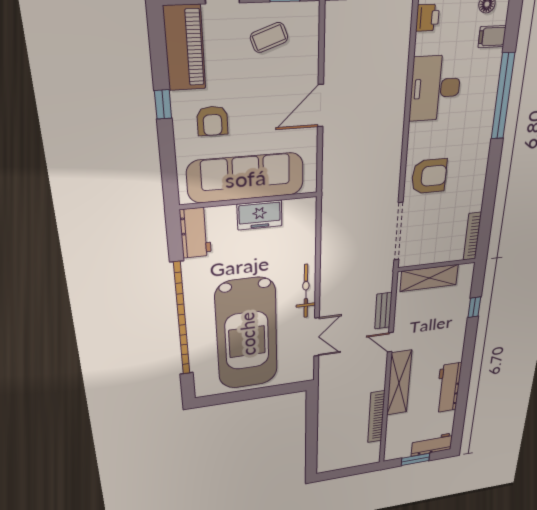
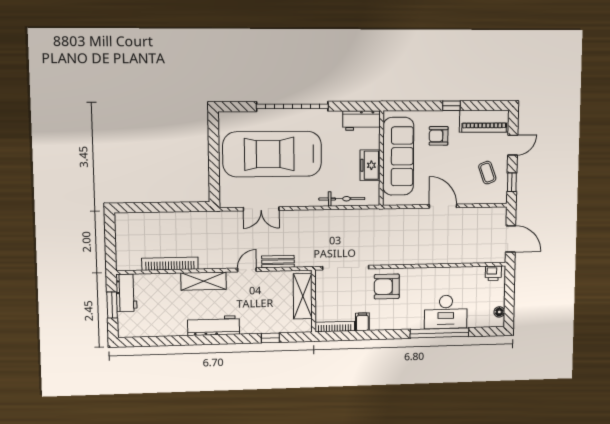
filing cabinet: (492, 37) -> (362, 322), moved
desk: (435, 88) -> (446, 312), moved, turned 180
armchair: (429, 176) -> (387, 287), turned 90
bicycle: (306, 291) -> (342, 199), moved
garage door: (182, 320) -> (292, 106), width x0.73
shelving: (399, 383) -> (204, 281), width x0.68
workbench: (448, 388) -> (214, 326), moved
workbench: (432, 445) -> (126, 293), moved

